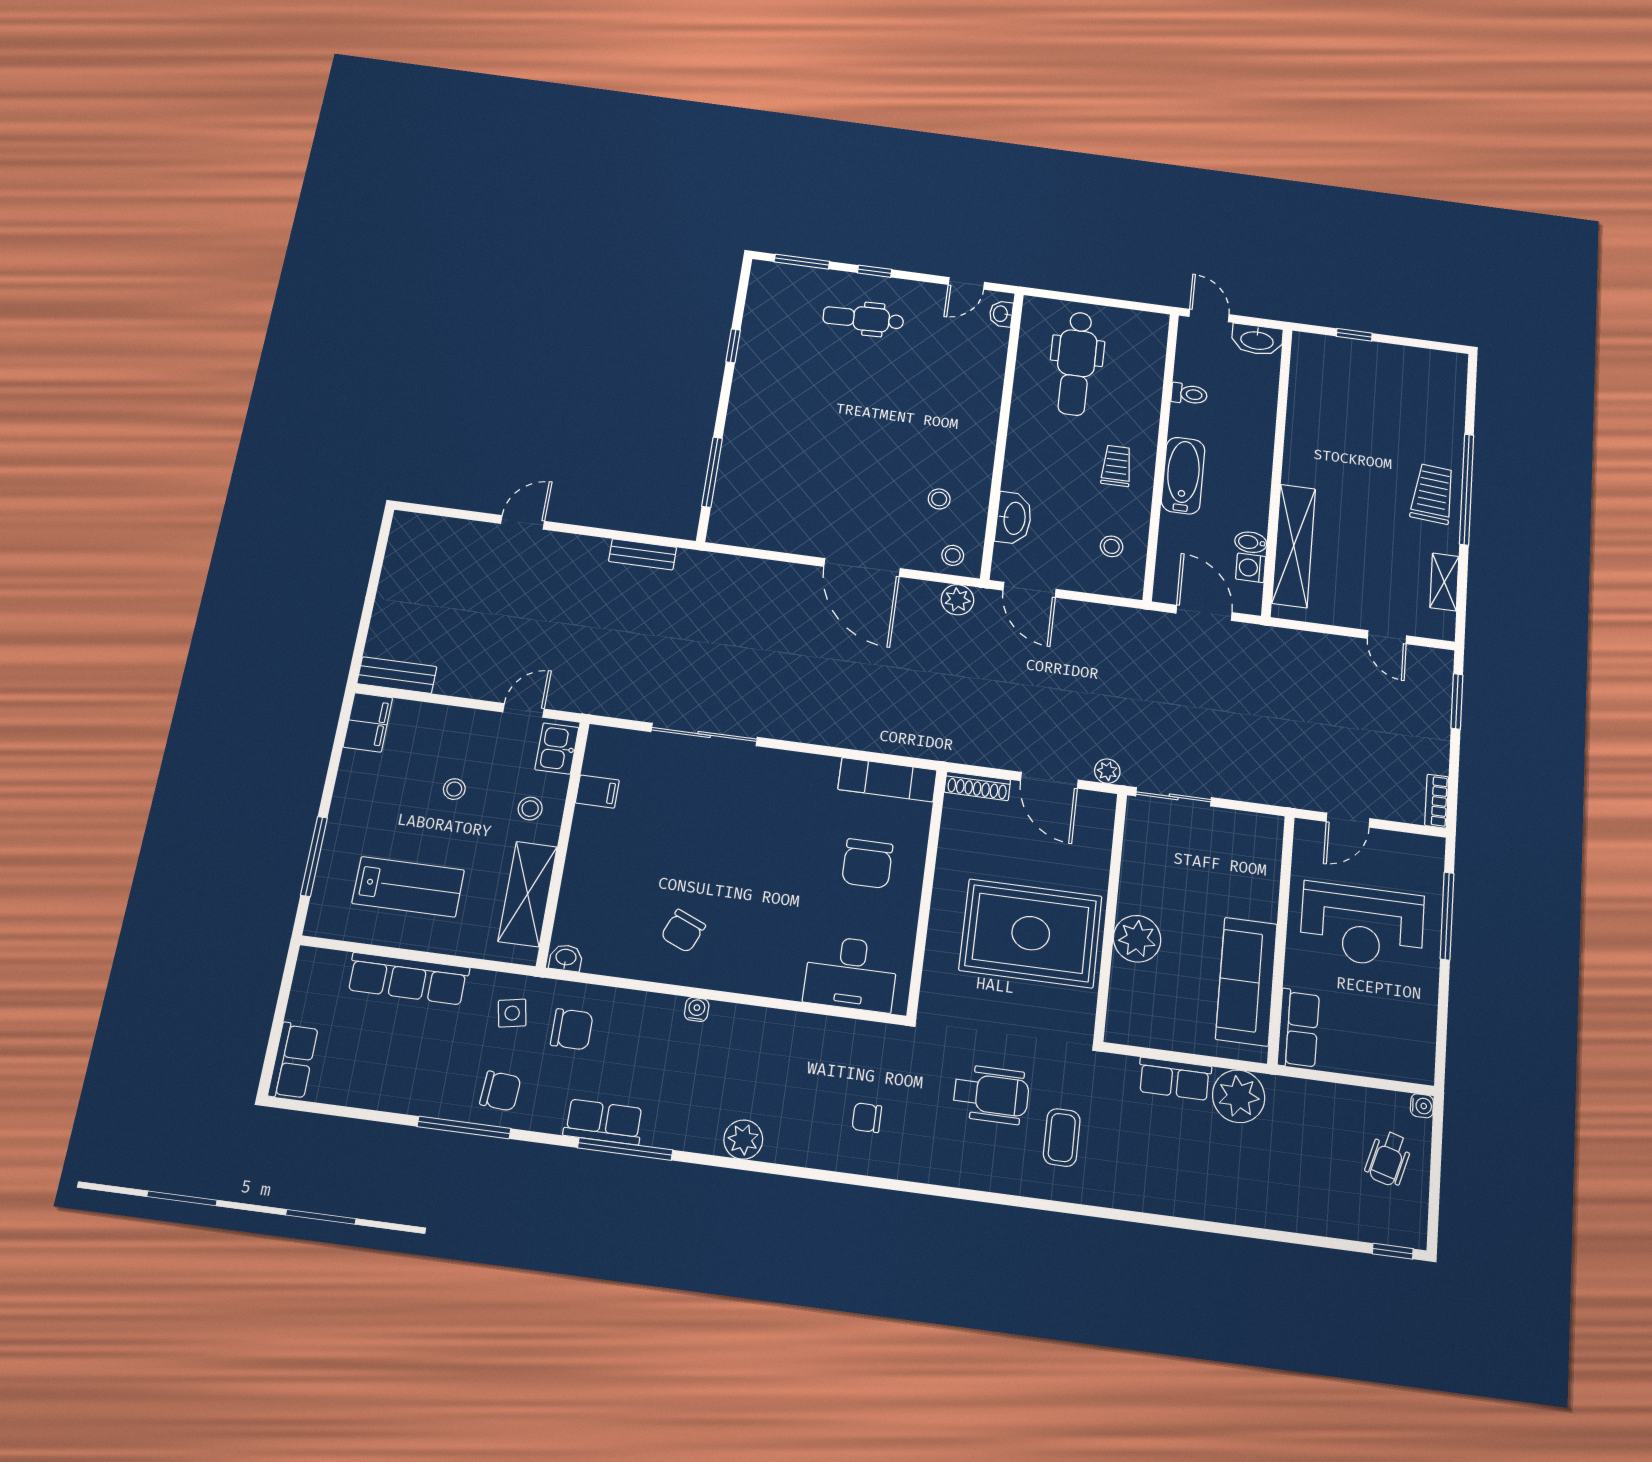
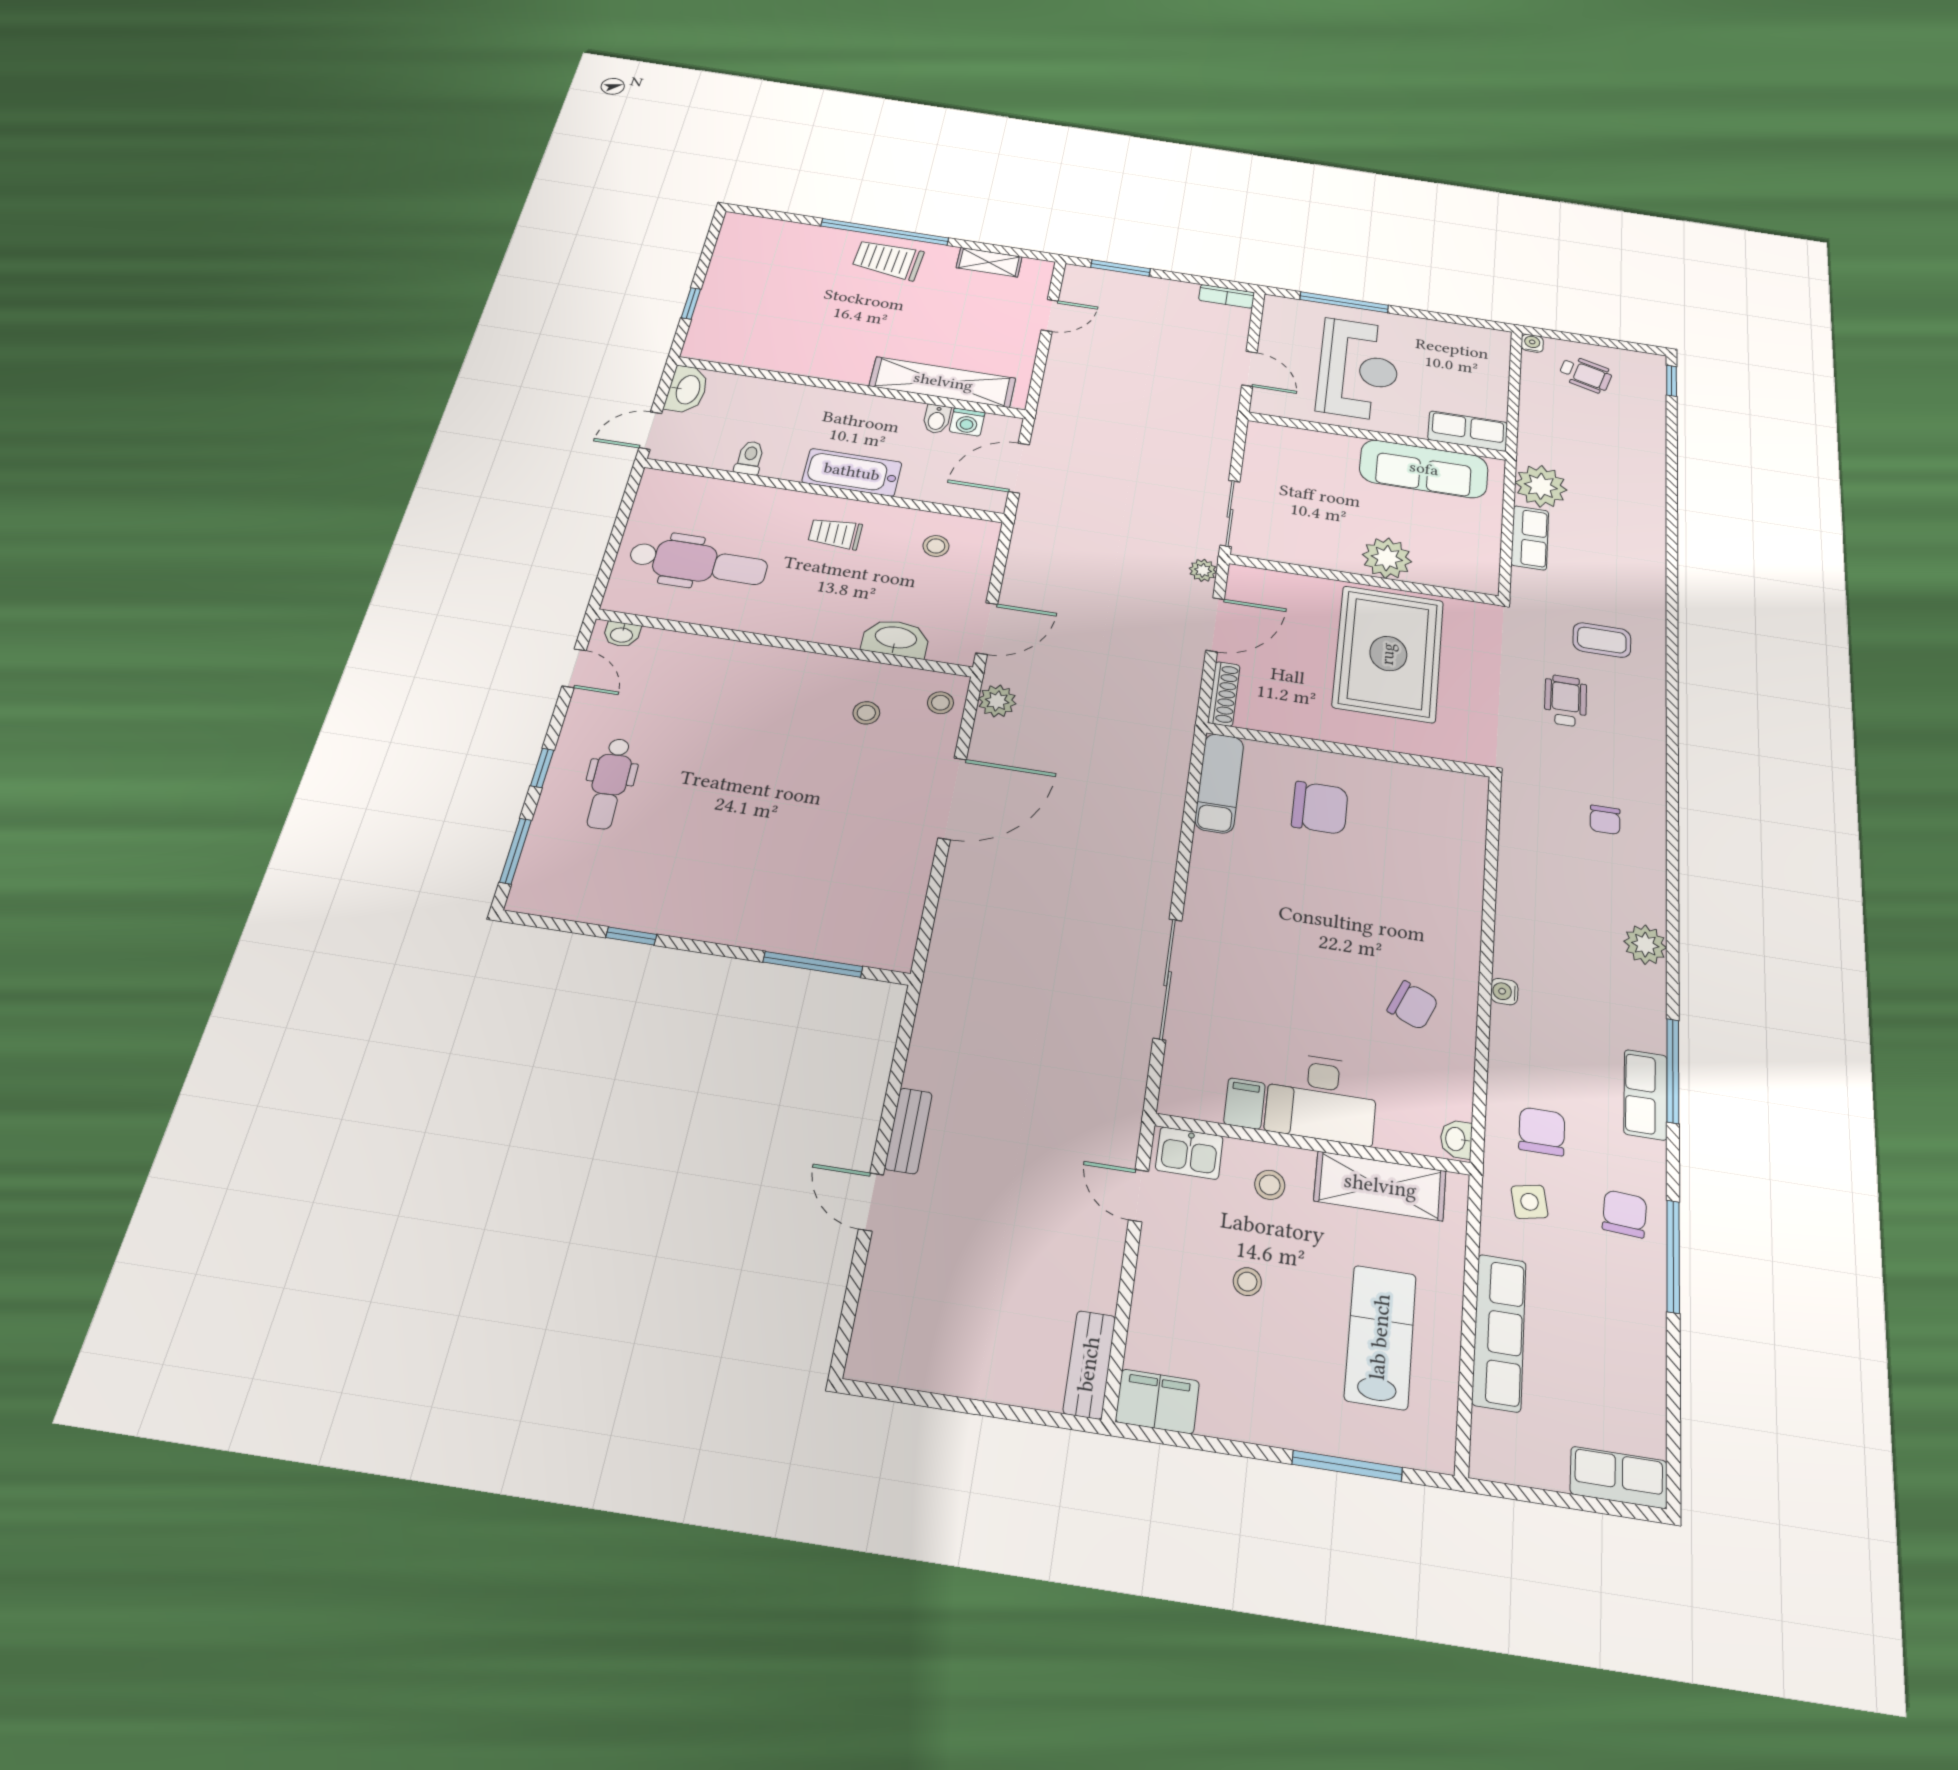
bench: (643, 554) -> (908, 1131), moved
desk: (851, 973) -> (1321, 1098), moved, turned 90
wheelchair: (991, 1094) -> (1565, 701), width x0.73, depth x0.73

